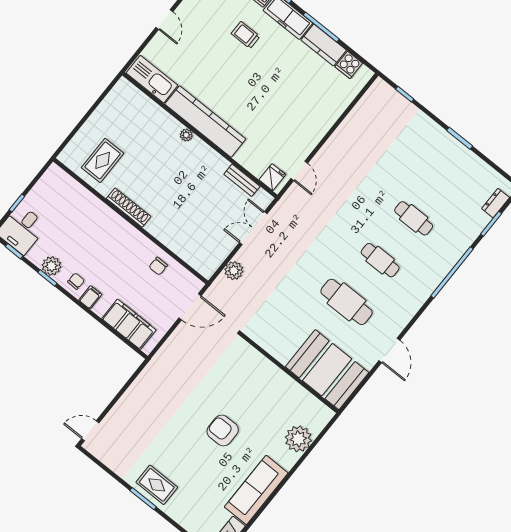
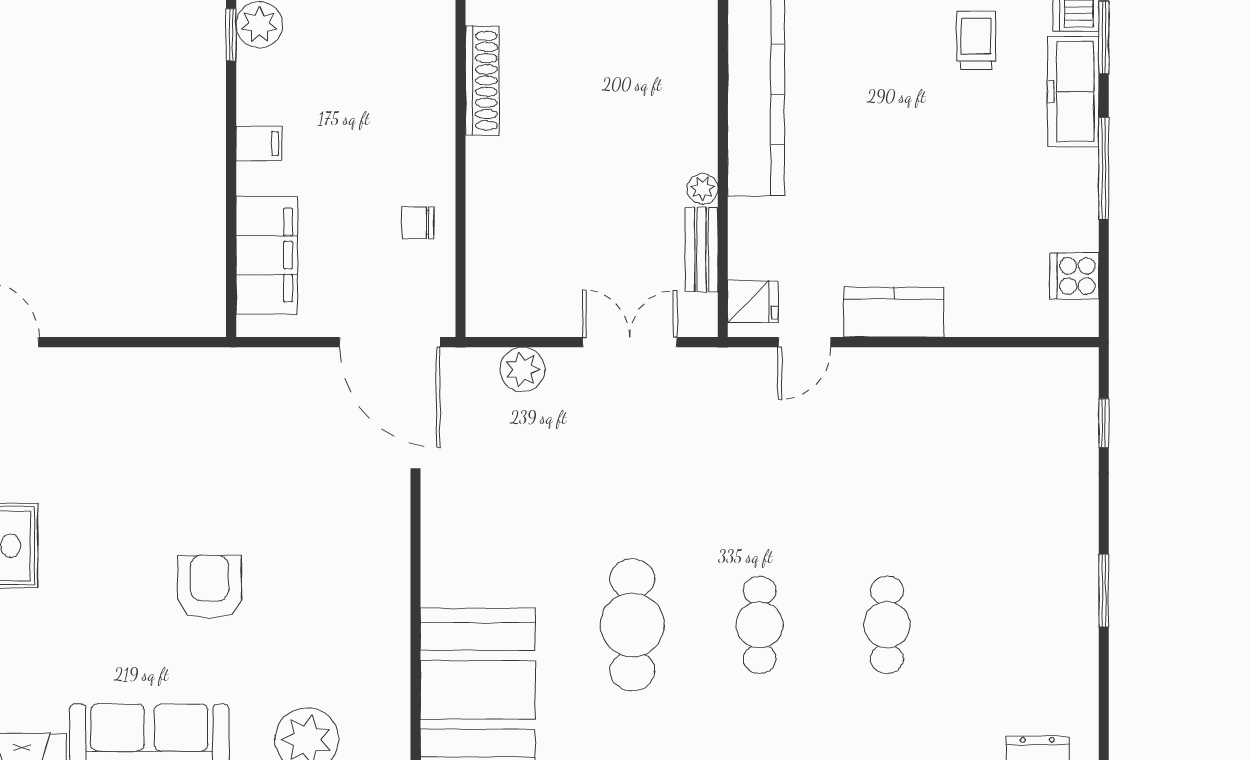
kitchen counter: (324, 45) -> (894, 312), moved, turned 90
plant: (186, 135) -> (703, 189), moved
chair: (76, 281) -> (268, 93), removed
door: (190, 307) -> (390, 342), width x1.36

